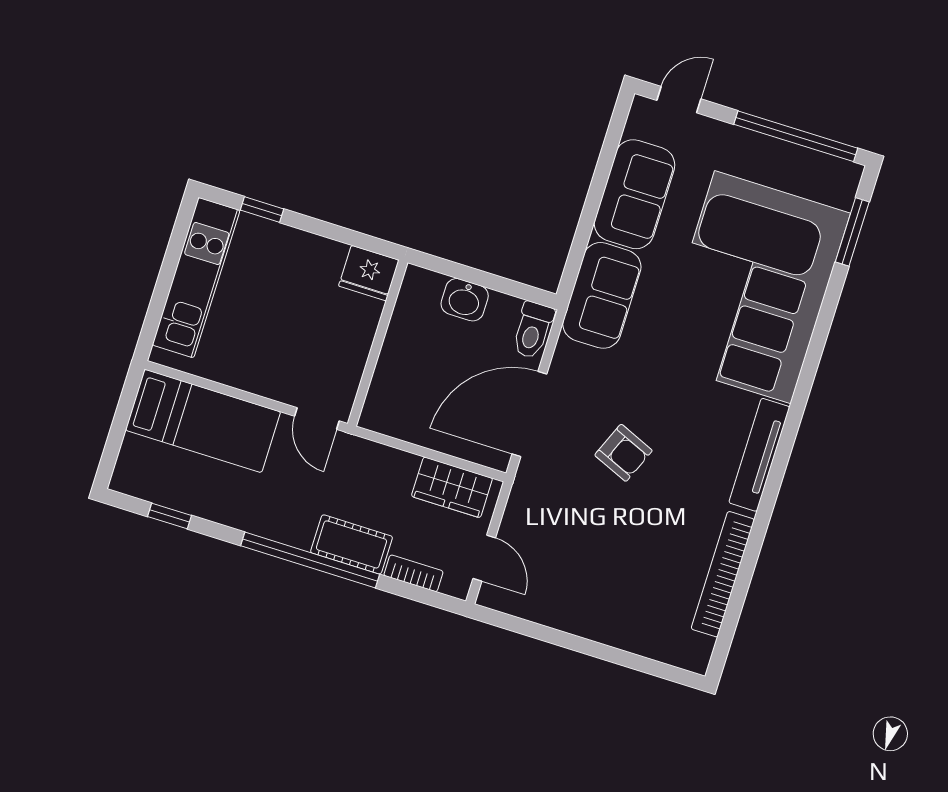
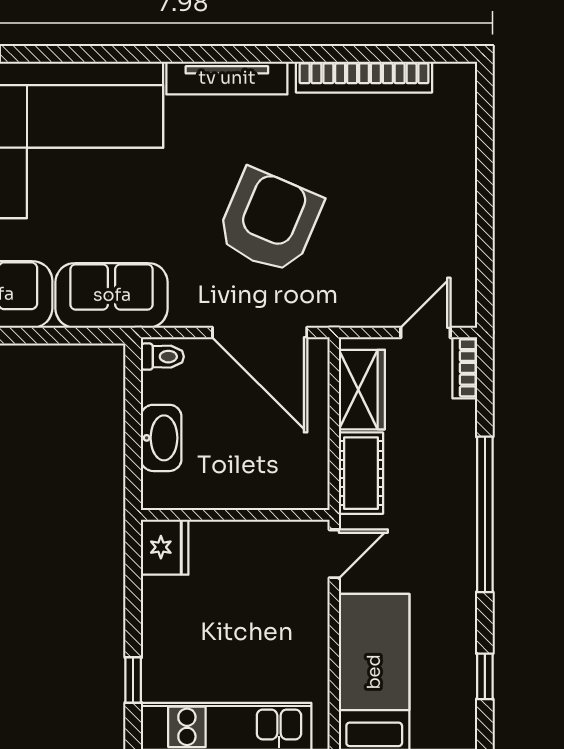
washbasin: (465, 300) -> (161, 438), width x1.38
toilet: (533, 330) -> (162, 357), width x0.73, depth x0.72
armchair: (623, 453) -> (269, 221), width x1.88, depth x1.88
cot: (351, 544) -> (361, 473), moved
bookcase: (413, 573) -> (465, 368), moved

